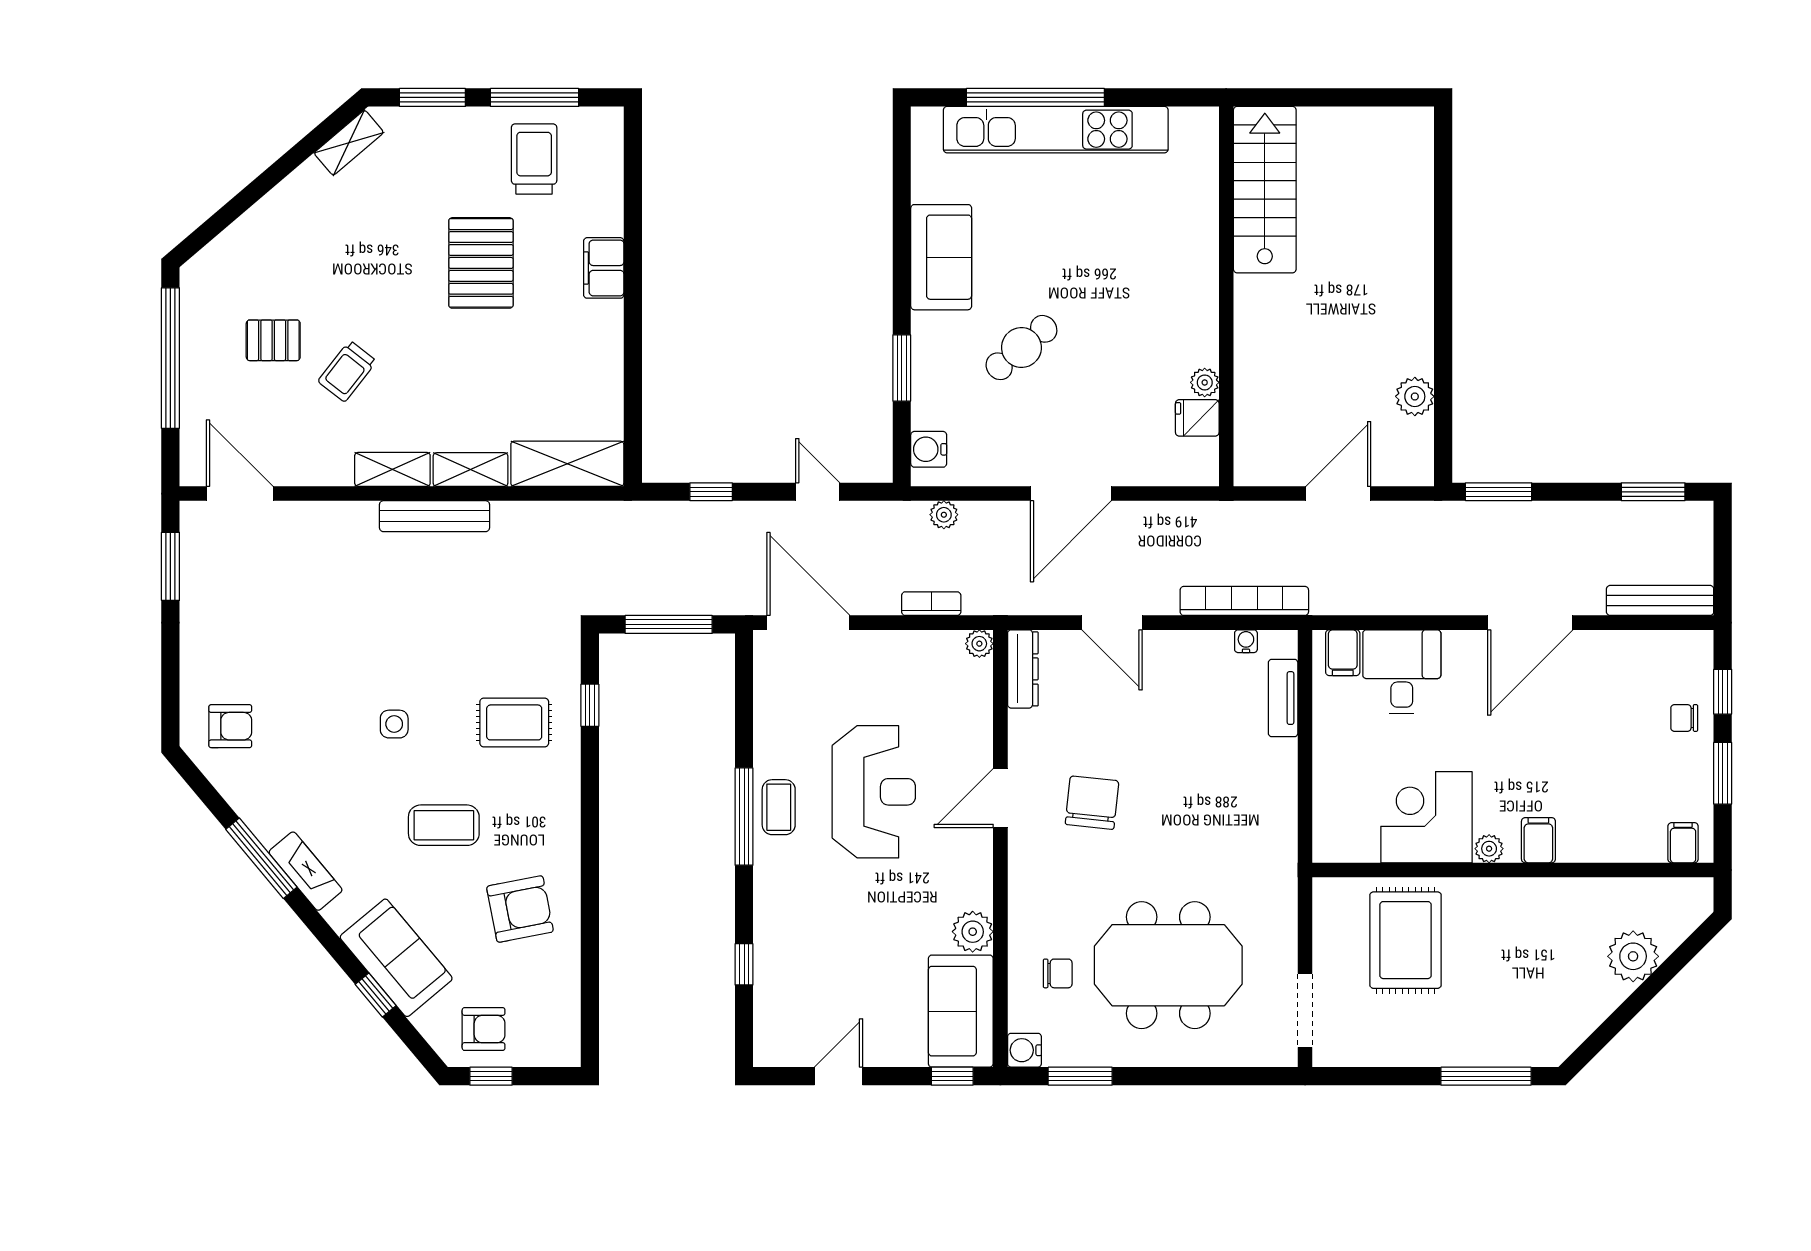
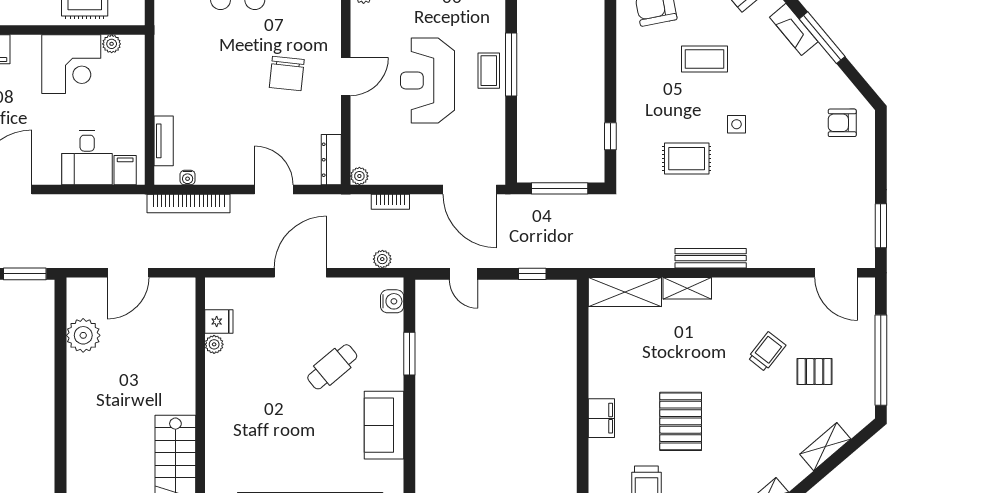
plant: (1415, 396) -> (83, 335), width x1.36, depth x1.36
shelving: (392, 469) -> (825, 447), moved, turned -40
rug: (514, 722) -> (687, 159), moved
plant: (1489, 849) -> (112, 44), moved

